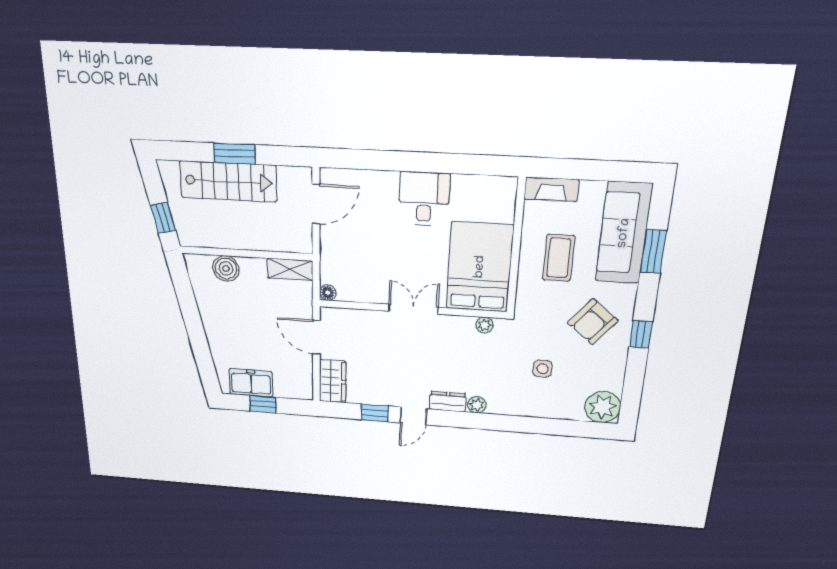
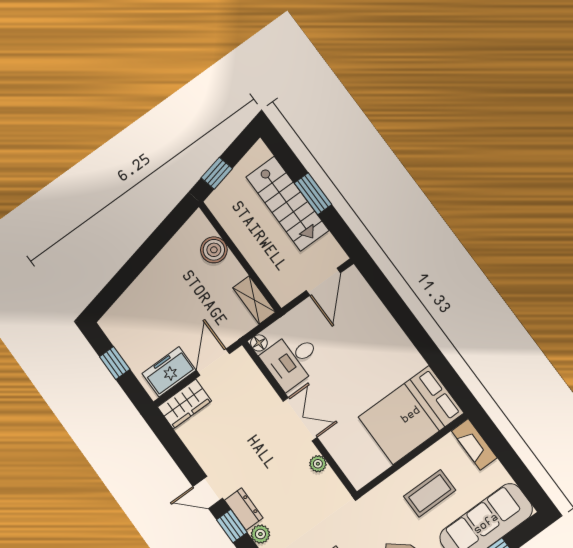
desk: (424, 199) -> (292, 360), moved, turned 180
door: (316, 204) -> (323, 282), hinge flipped
bed: (480, 267) -> (411, 415), moved, turned 180
plant: (484, 325) -> (318, 464), moved
freezer: (251, 383) -> (169, 372), moved, turned -90
window: (375, 413) -> (232, 526), moved

